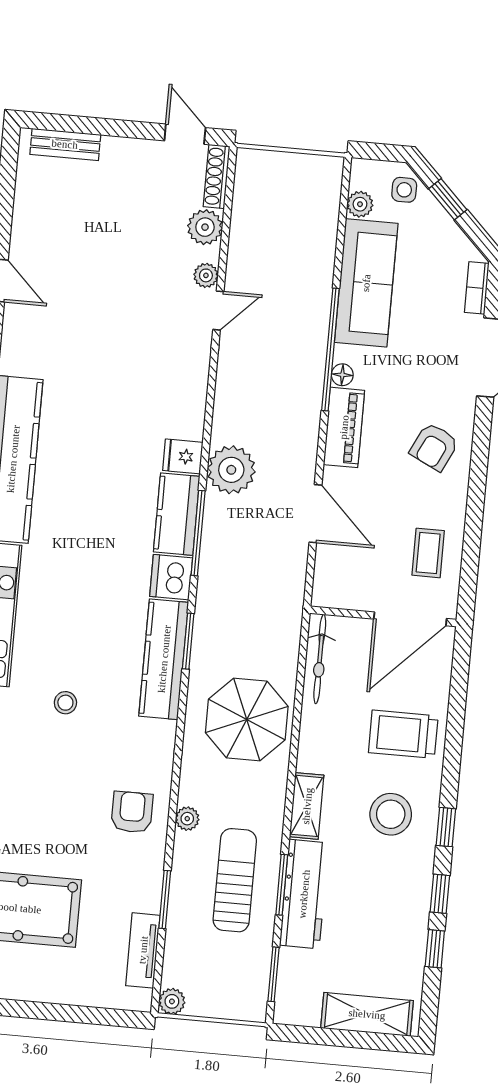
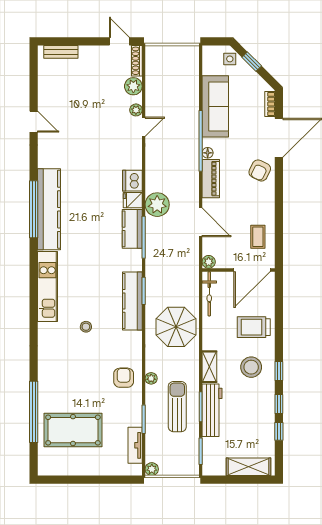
plant: (360, 204) -> (209, 262), moved
armchair: (434, 447) -> (260, 170), moved
dishwasher: (171, 577) -> (132, 181), moved

